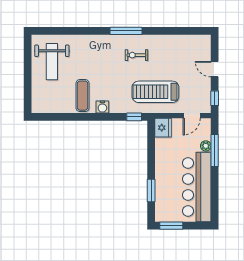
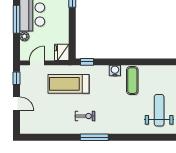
treadmill: (155, 92) -> (68, 84), turned 180
window: (215, 150) -> (17, 19), moved

